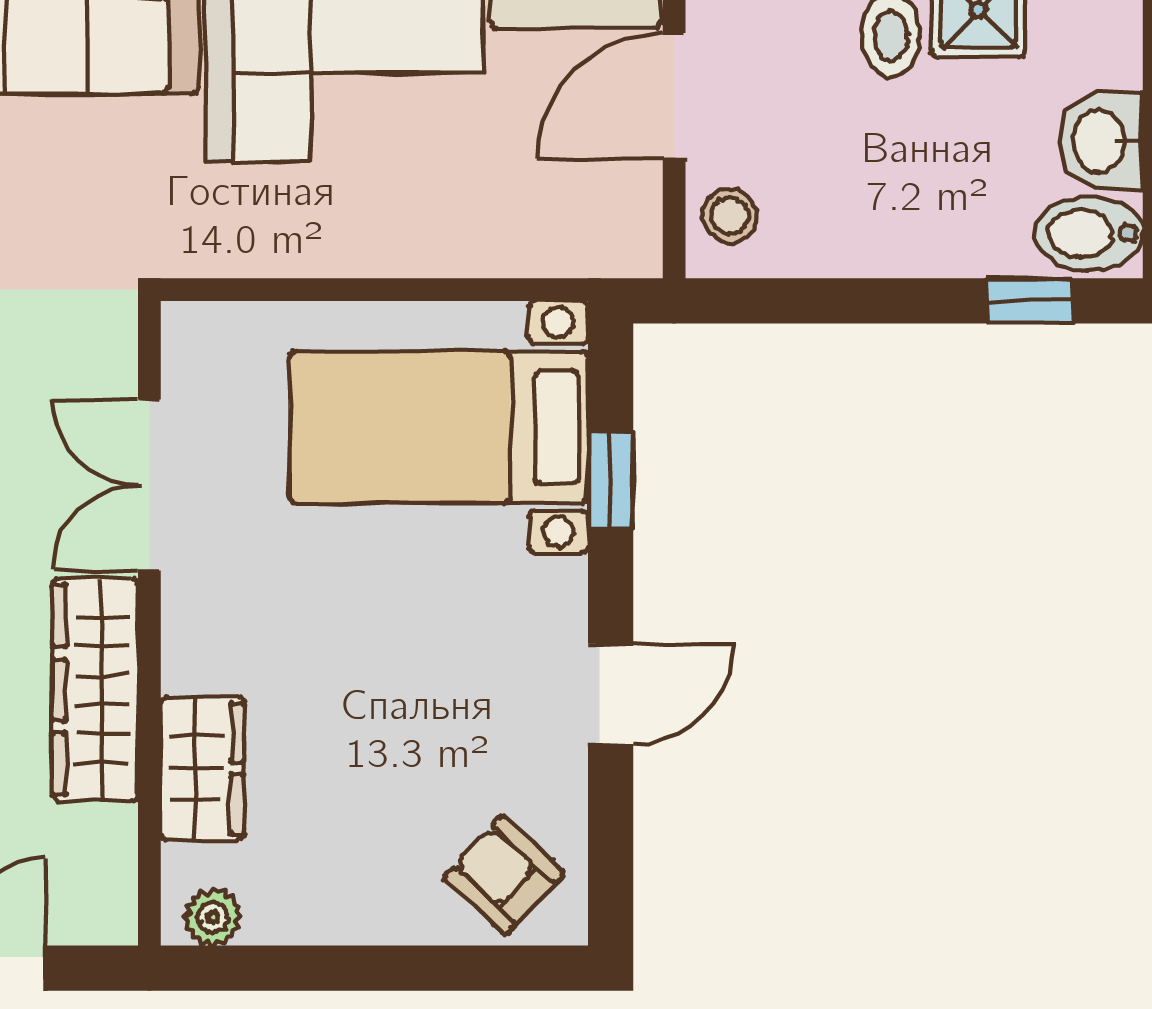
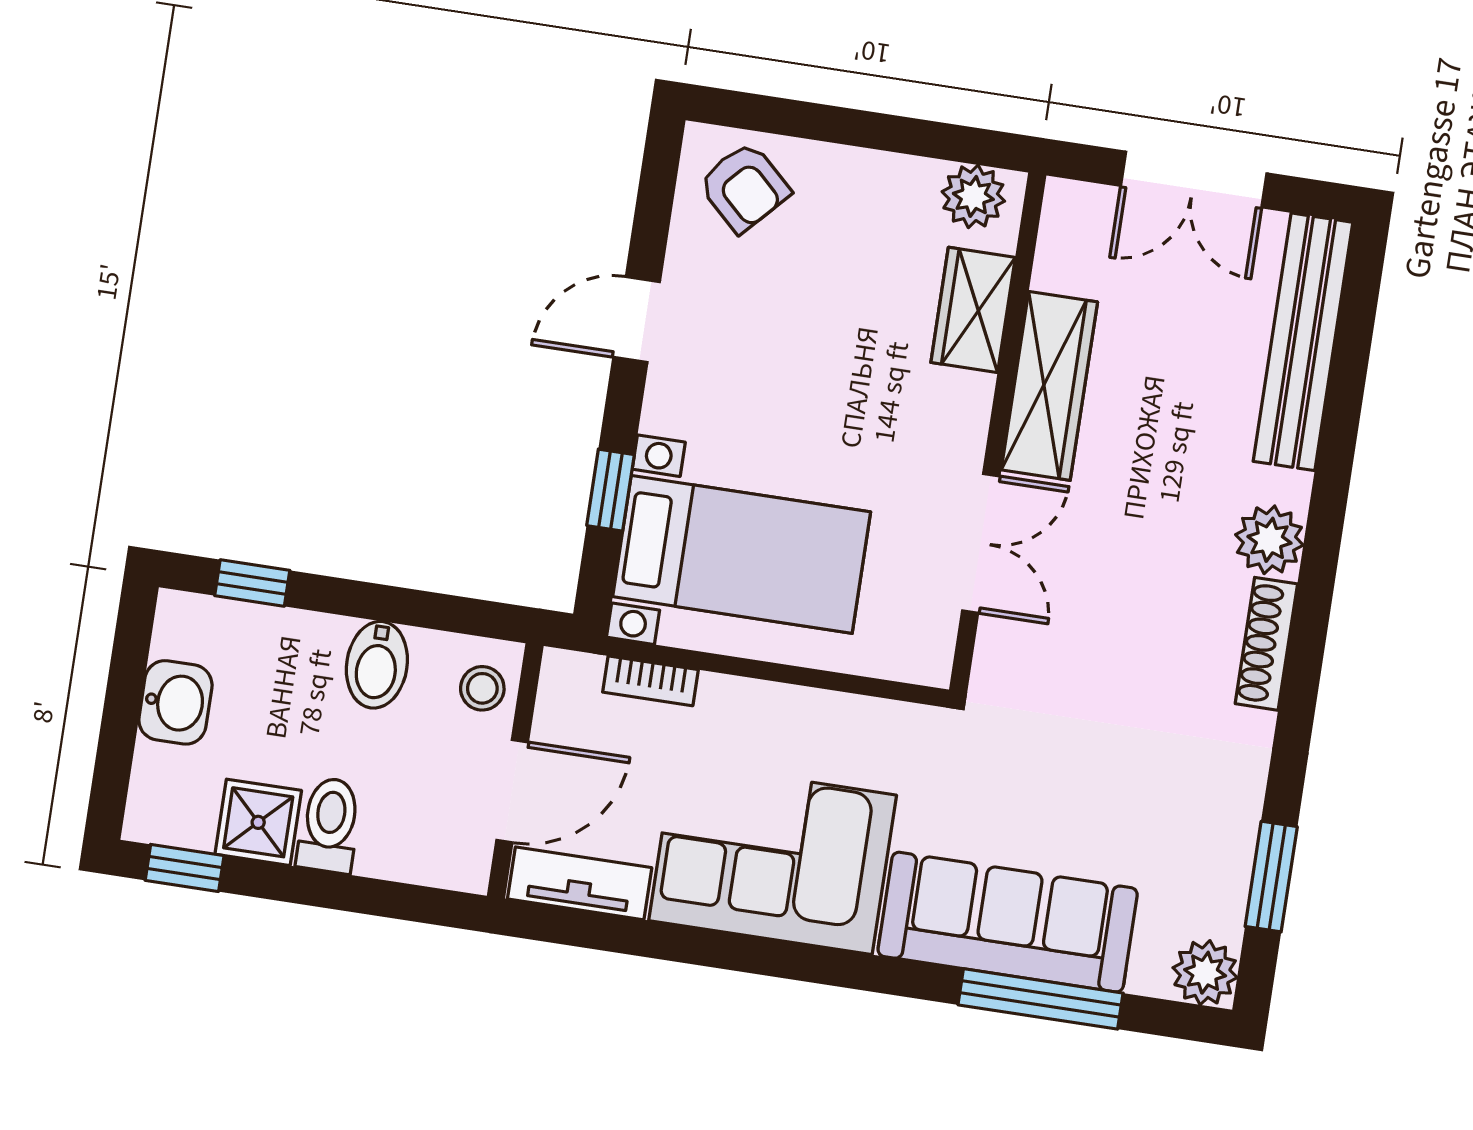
bidet: (1089, 234) -> (377, 665), moved, turned 90
bookcase: (526, 256) -> (650, 681), added
plant: (212, 917) -> (973, 196), width x1.38, depth x1.38

